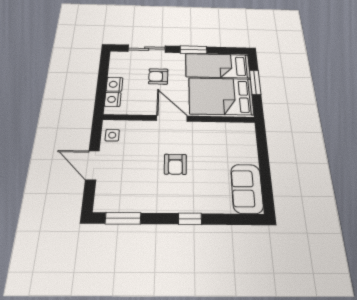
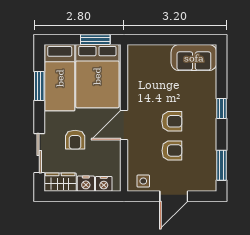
window: (193, 50) -> (39, 86), moved
wardrobe: (118, 64) -> (60, 182), added
window: (255, 82) -> (95, 40), moved
armchair: (143, 164) -> (172, 151), added

